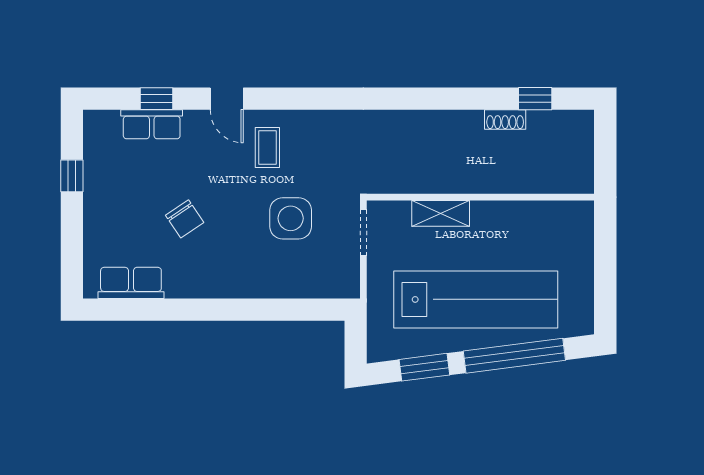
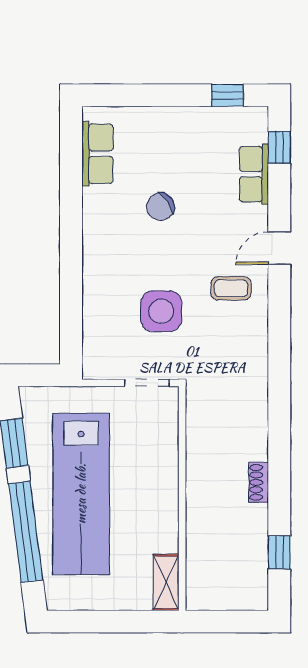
window: (157, 99) -> (279, 147), moved
shoe rack: (505, 119) -> (259, 482), moved
window: (72, 176) -> (228, 95), moved
shelving: (441, 213) -> (166, 582), moved

